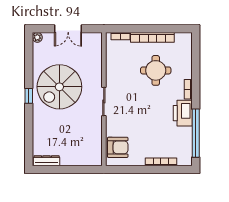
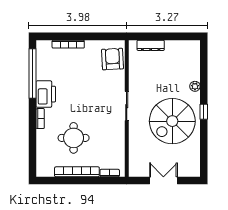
plant: (37, 37) -> (195, 86), moved
spiral stairs: (59, 87) -> (172, 121), turned 180
armchair: (118, 147) -> (113, 59), turned 87
dresser: (47, 161) -> (151, 45), moved

